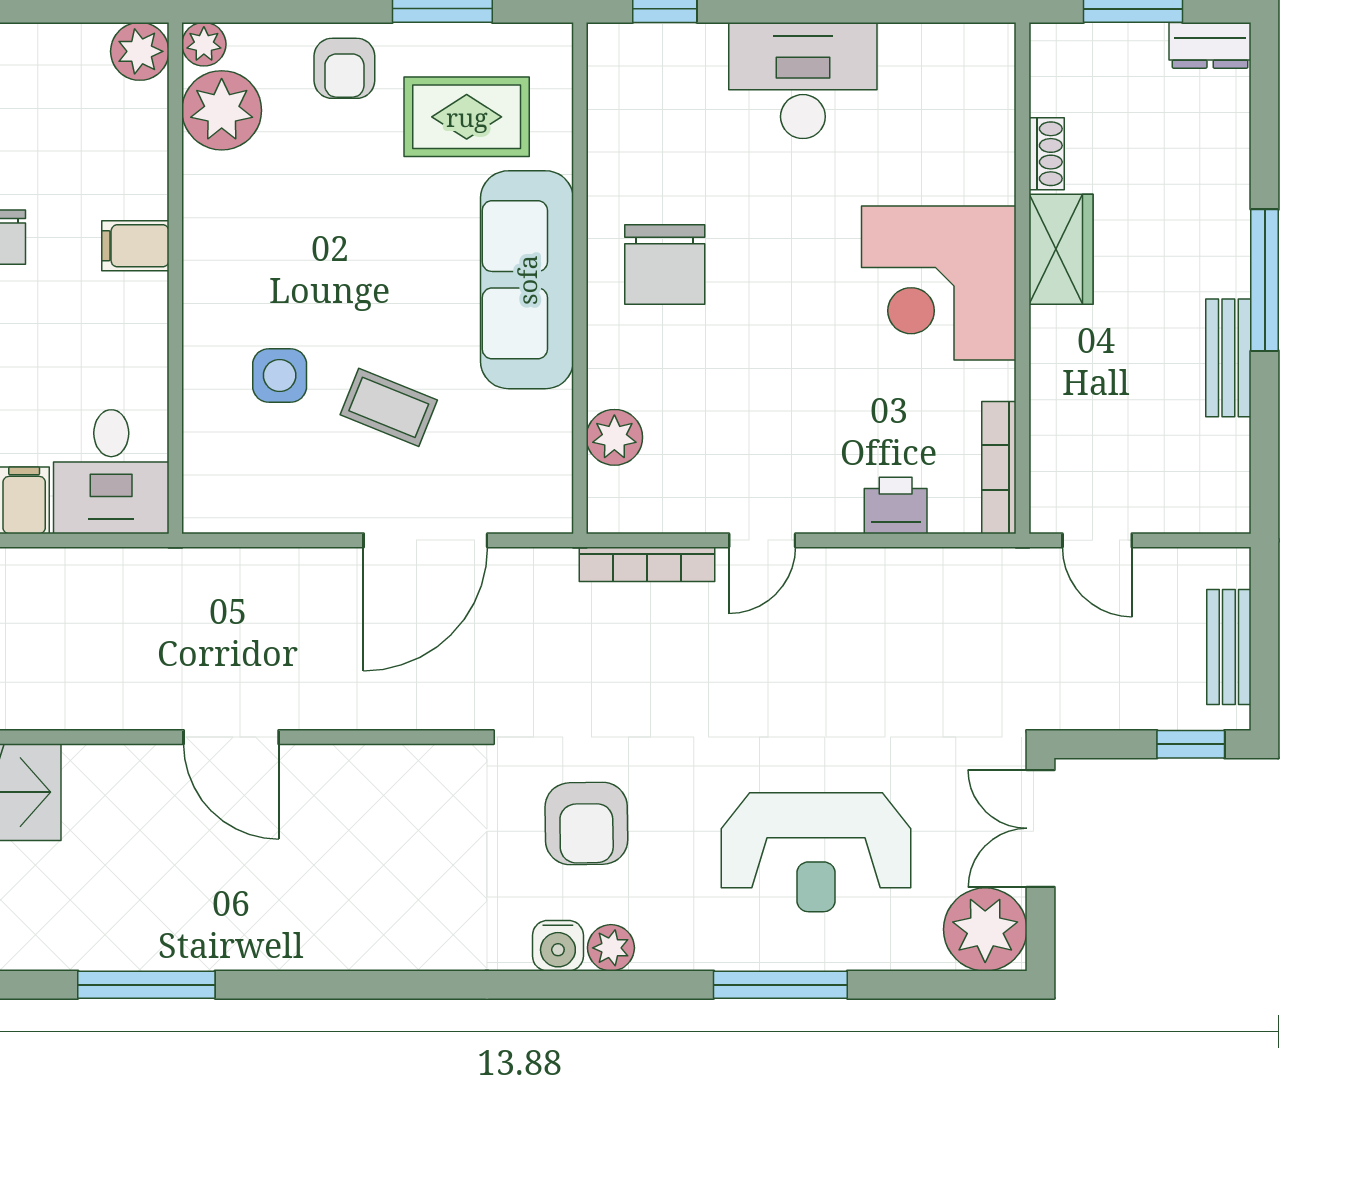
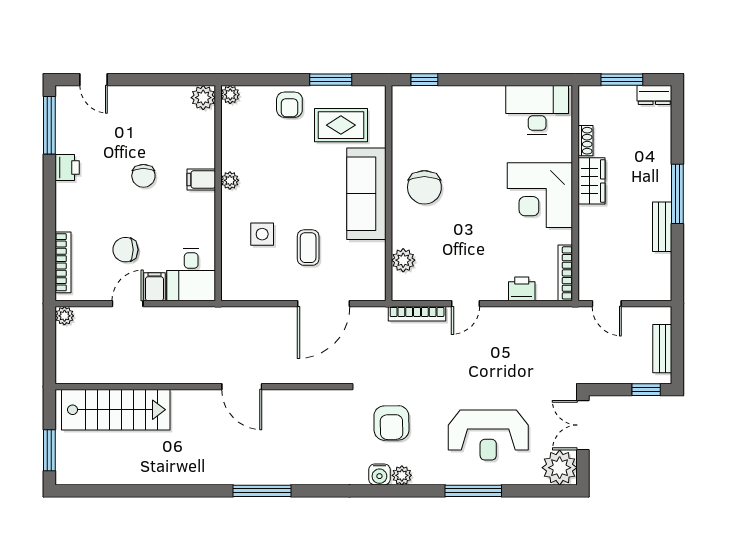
desk: (803, 80) -> (537, 110), moved
plant: (222, 110) -> (230, 180), moved, width x0.53, depth x0.53
coffee table: (389, 407) -> (308, 248), turned 68
window: (146, 985) -> (262, 491), moved

